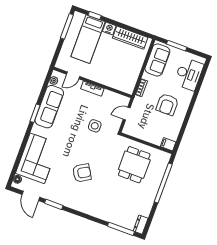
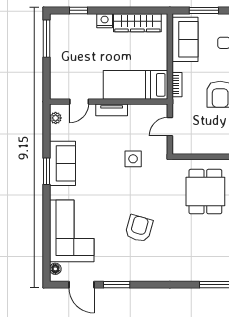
bed: (88, 39) -> (136, 85), moved, turned 90
sofa: (49, 107) -> (62, 163), width x0.73
armchair: (82, 173) -> (139, 229), turned -43

